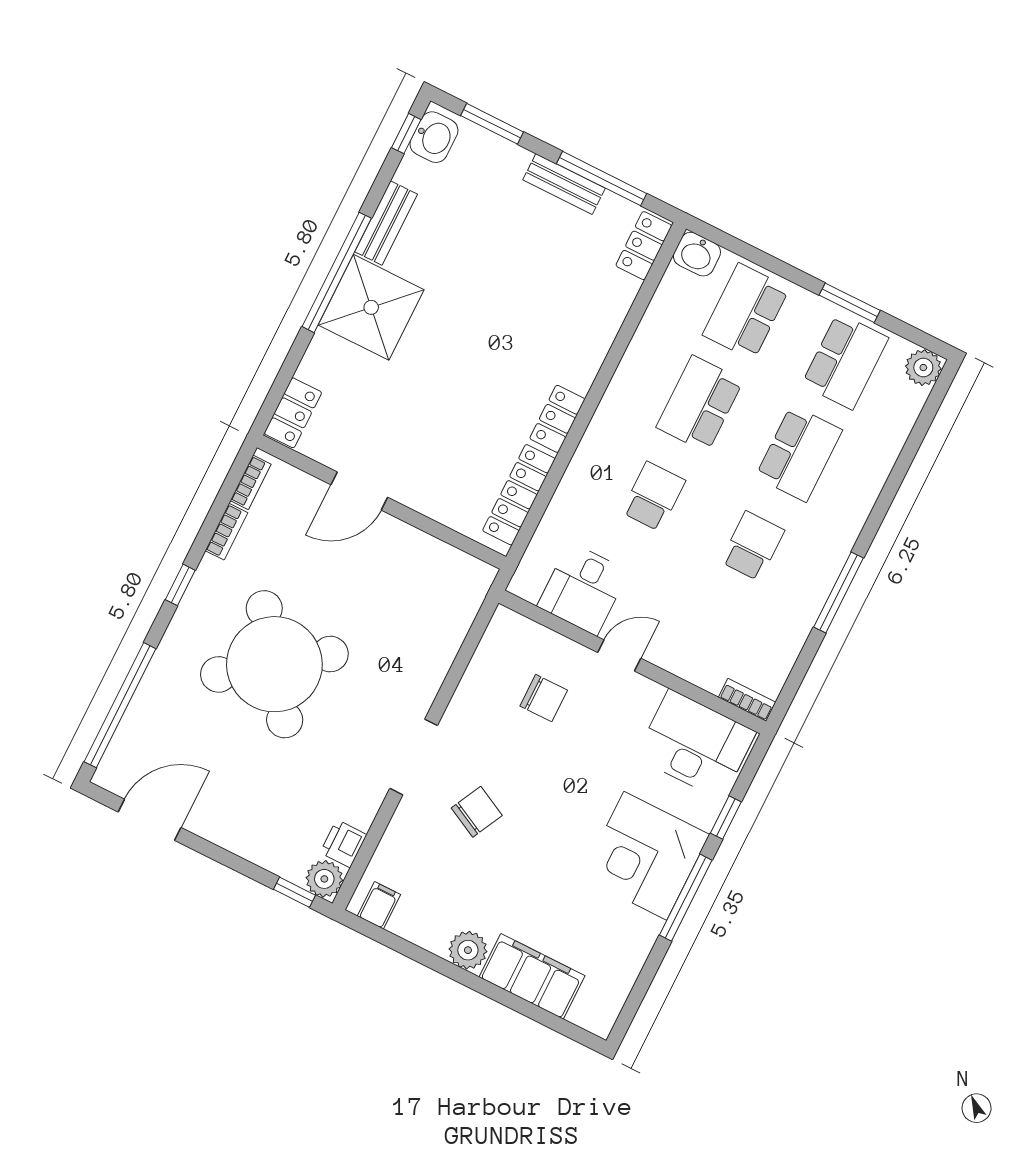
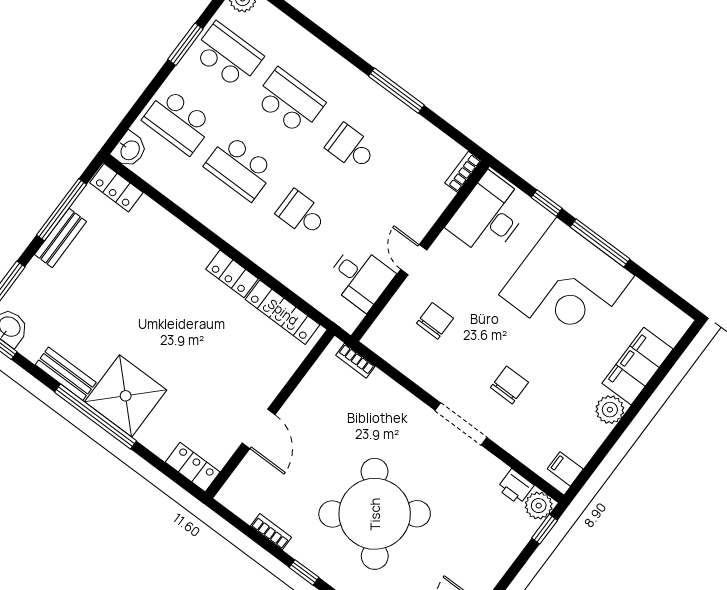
bookcase: (251, 482) -> (355, 361), moved, turned 180
chair: (477, 812) -> (509, 385), turned 63
corner desk: (645, 856) -> (567, 285), width x1.36, depth x1.36

